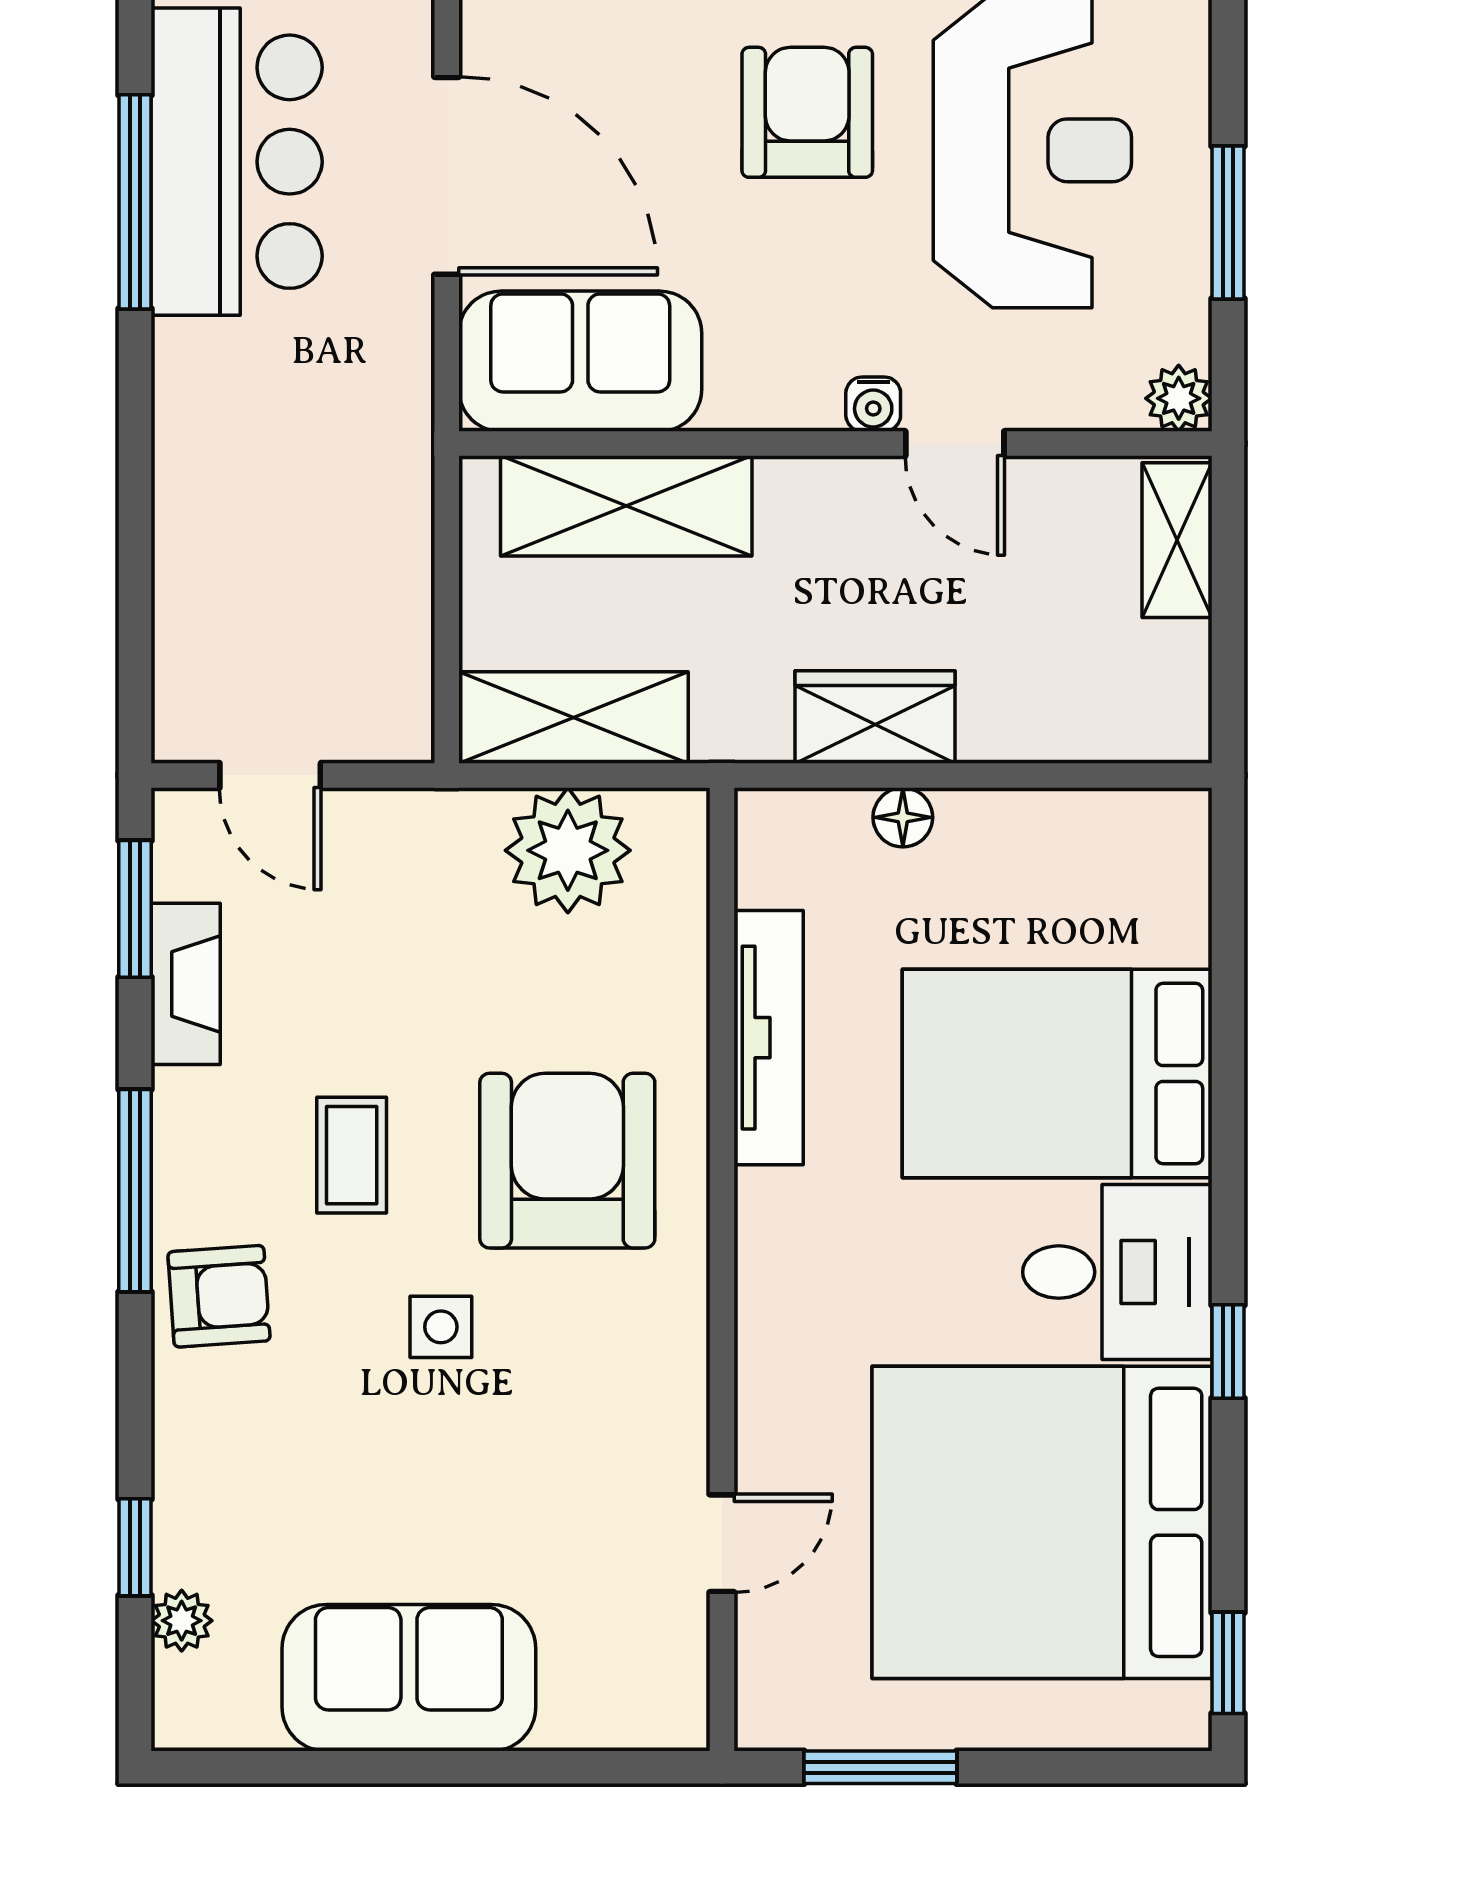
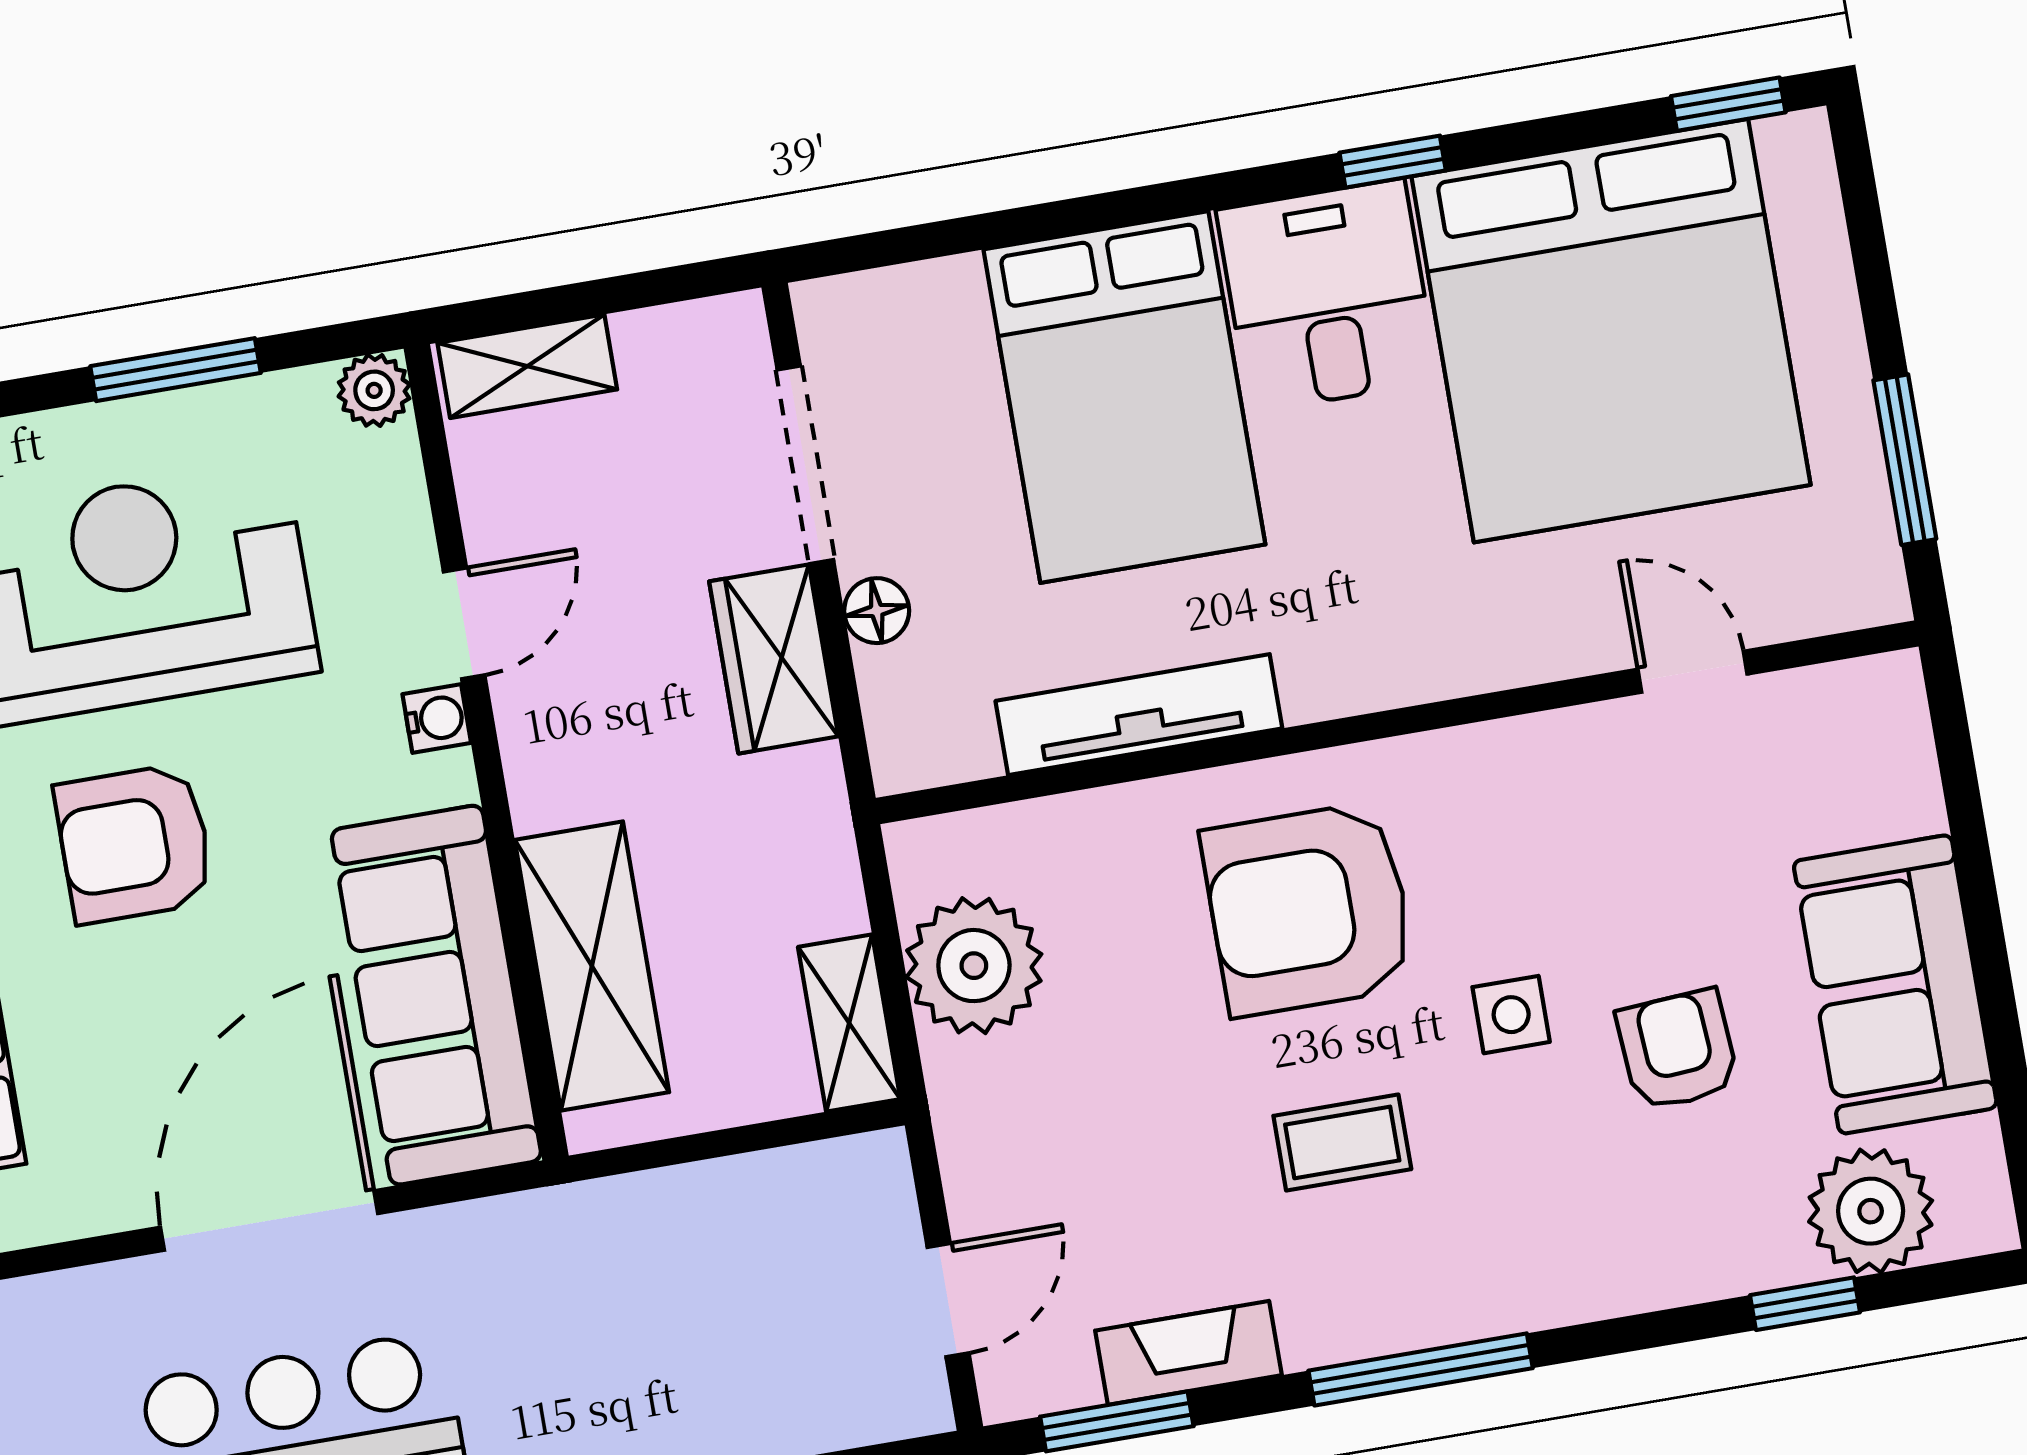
sofa: (580, 361) -> (436, 995), width x1.36
shelving: (574, 717) -> (849, 1023), width x0.67, depth x0.75
doorway: (1045, 775) -> (805, 465), added
armchair: (219, 1296) -> (1678, 1050), moved
plant: (182, 1621) -> (1871, 1211), width x1.88, depth x1.88

